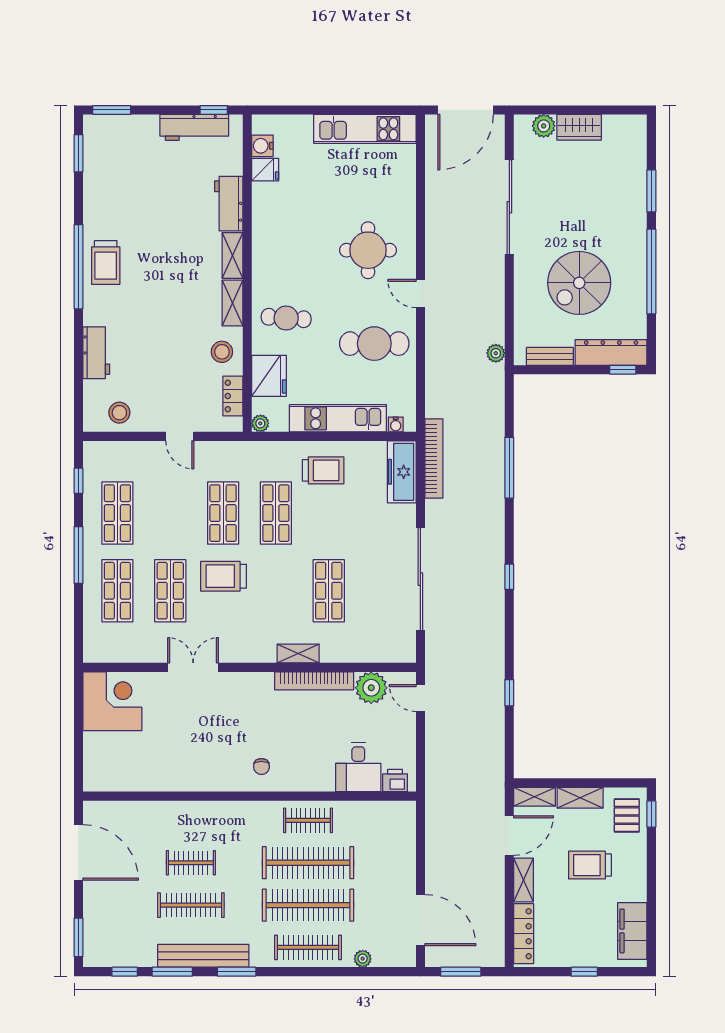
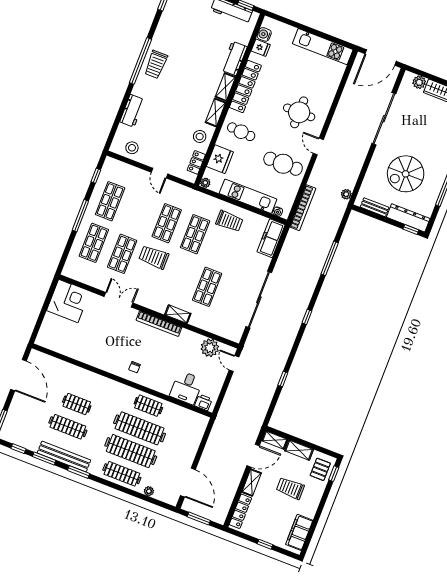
locker: (265, 242) -> (245, 86), added
bookcase: (434, 459) -> (303, 208), moved
bookcase: (314, 681) -> (159, 324), moved

